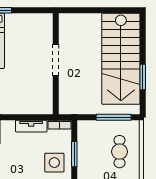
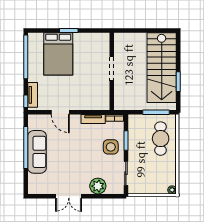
cafe table: (120, 152) -> (161, 139), width x1.37, depth x1.35

